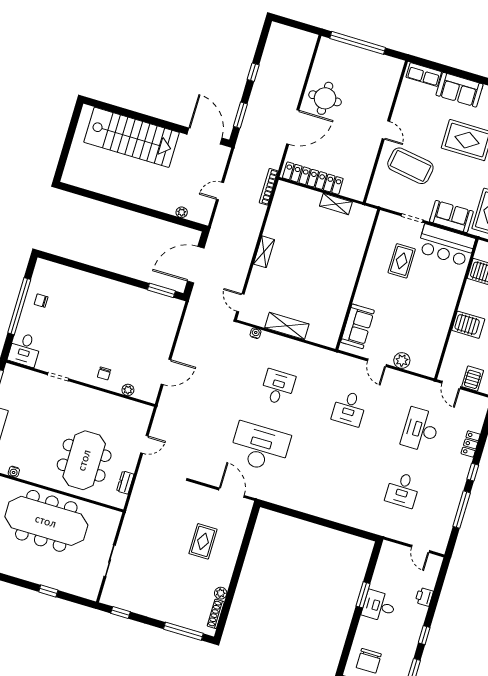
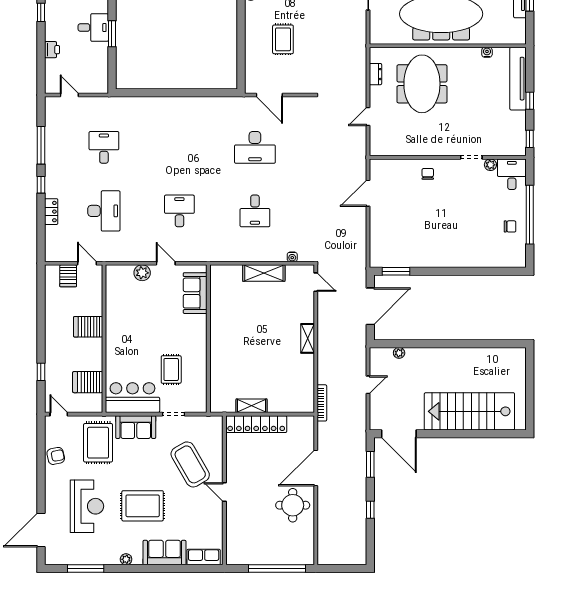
coffee table: (410, 166) -> (190, 464), turned 51
locker: (313, 178) -> (256, 424), moved
plant: (128, 390) -> (490, 165), moved
desk: (260, 447) -> (255, 147), width x0.73, depth x0.77

